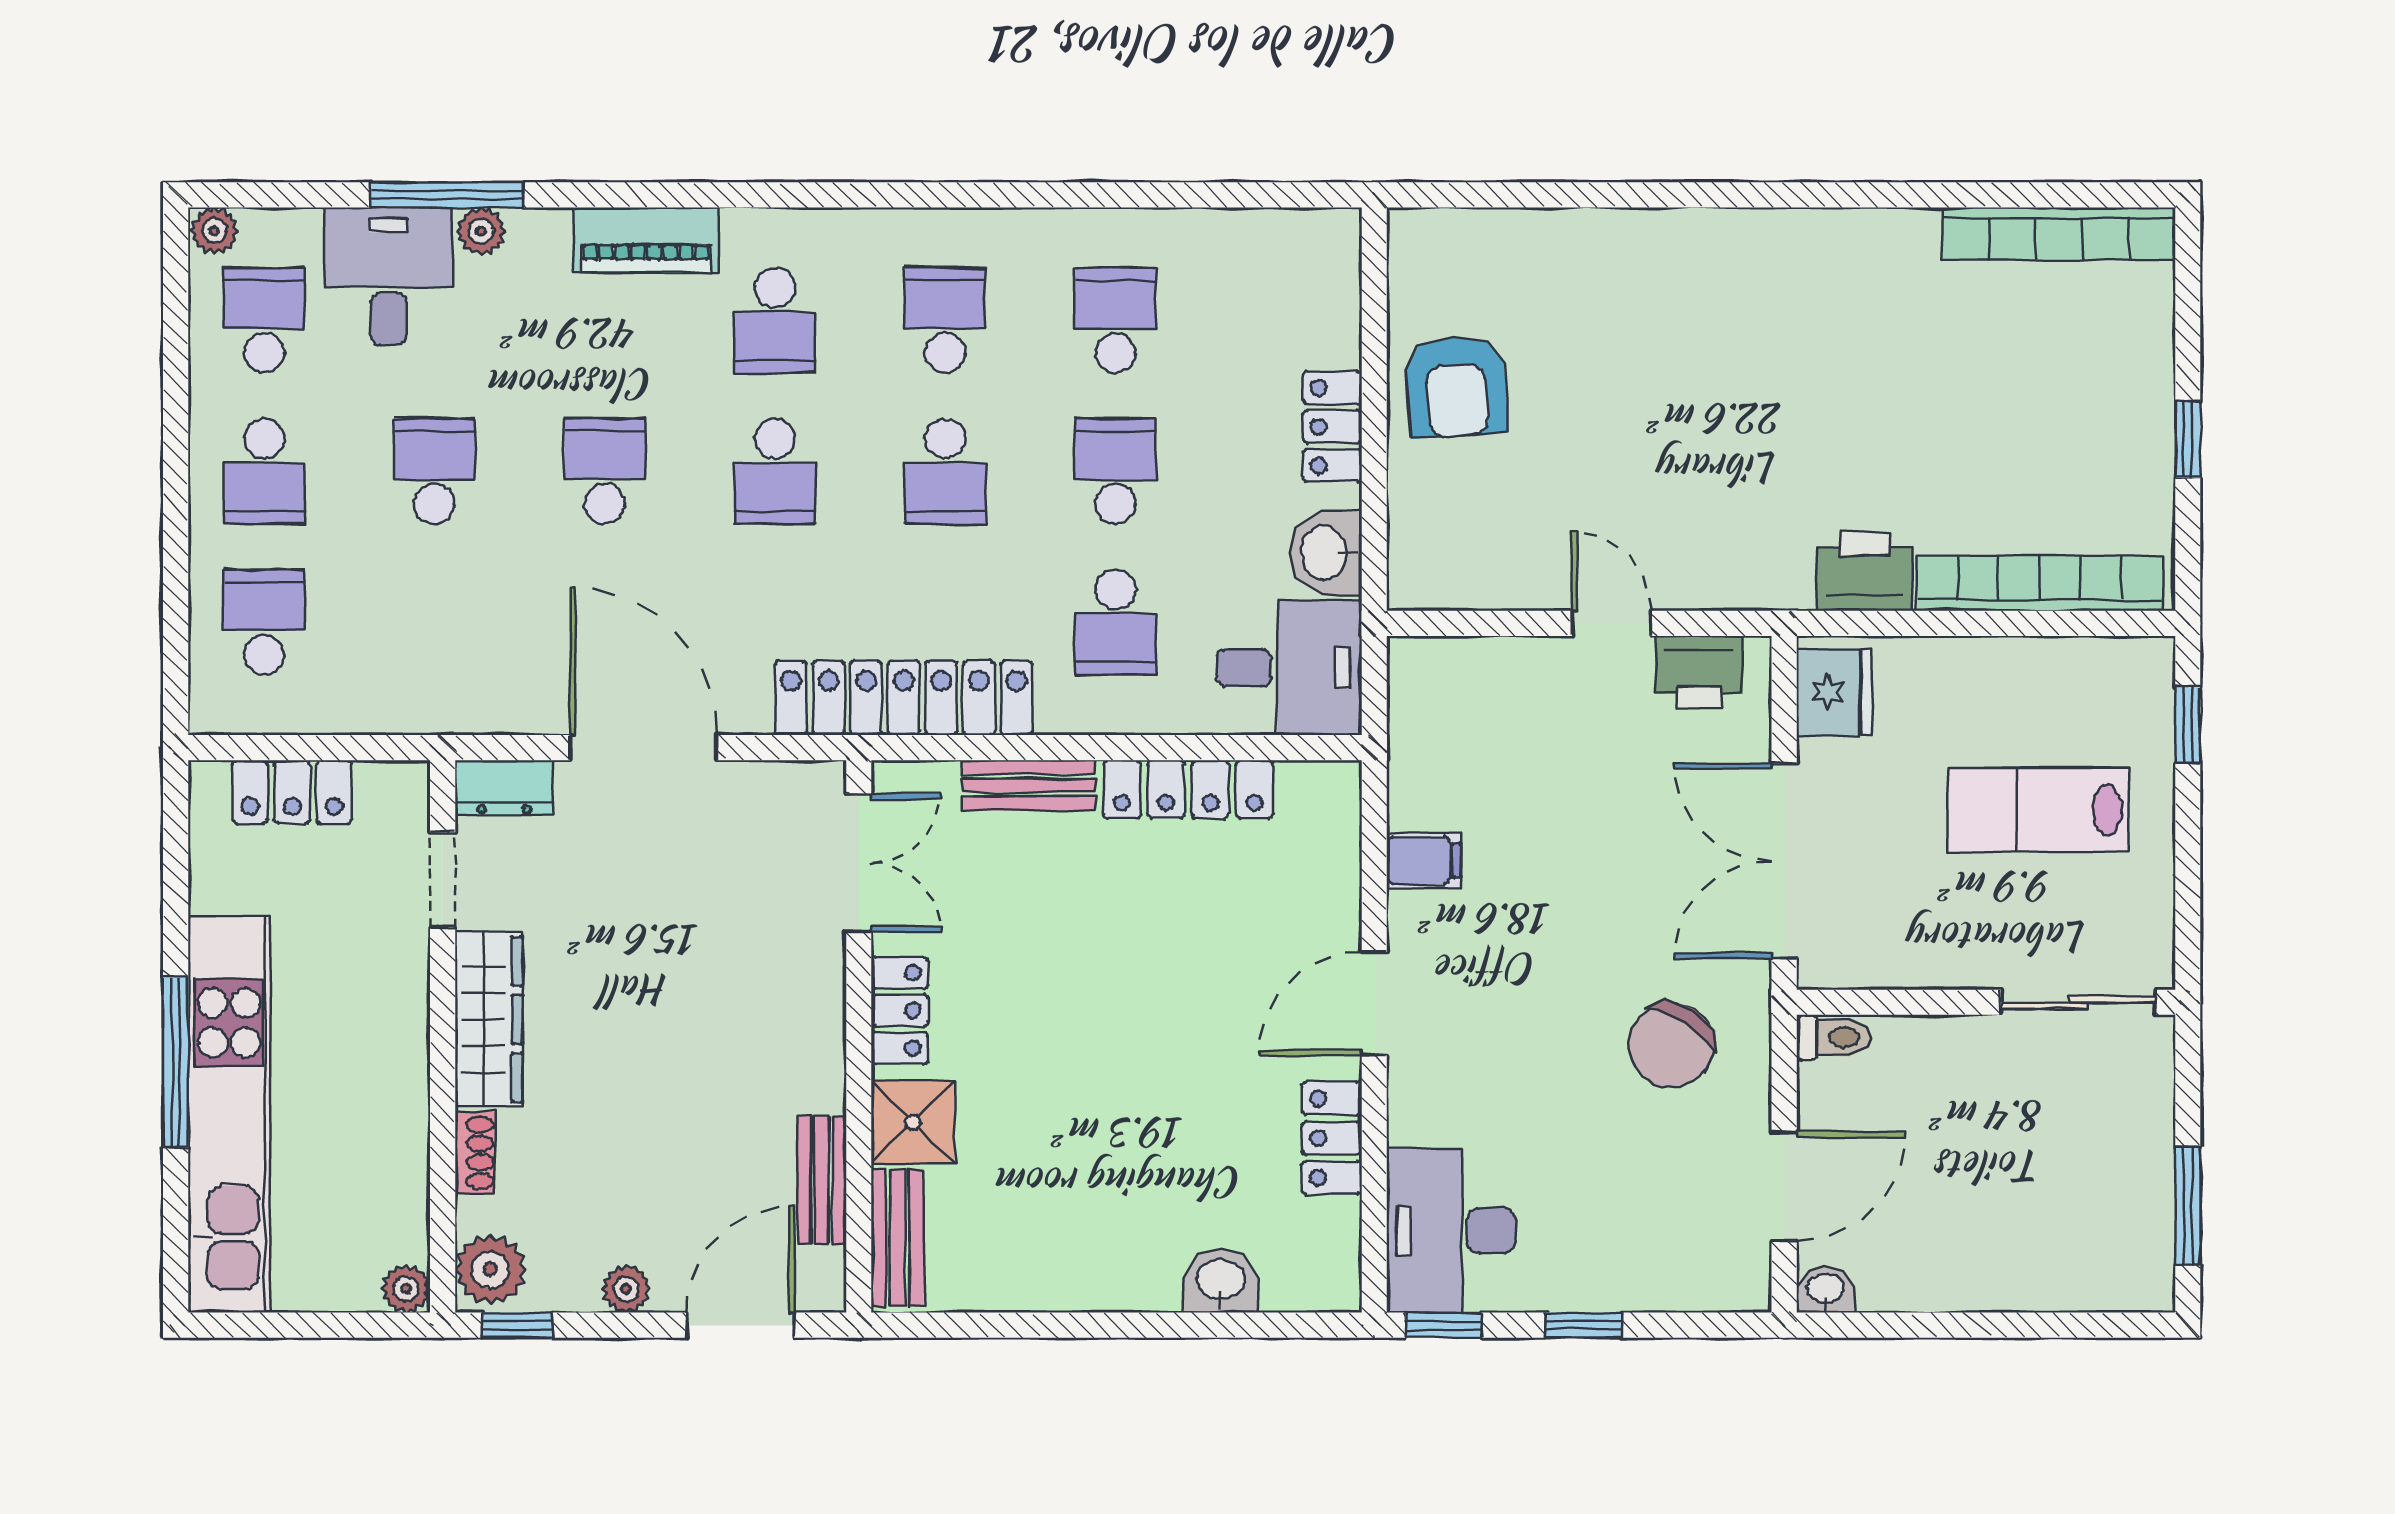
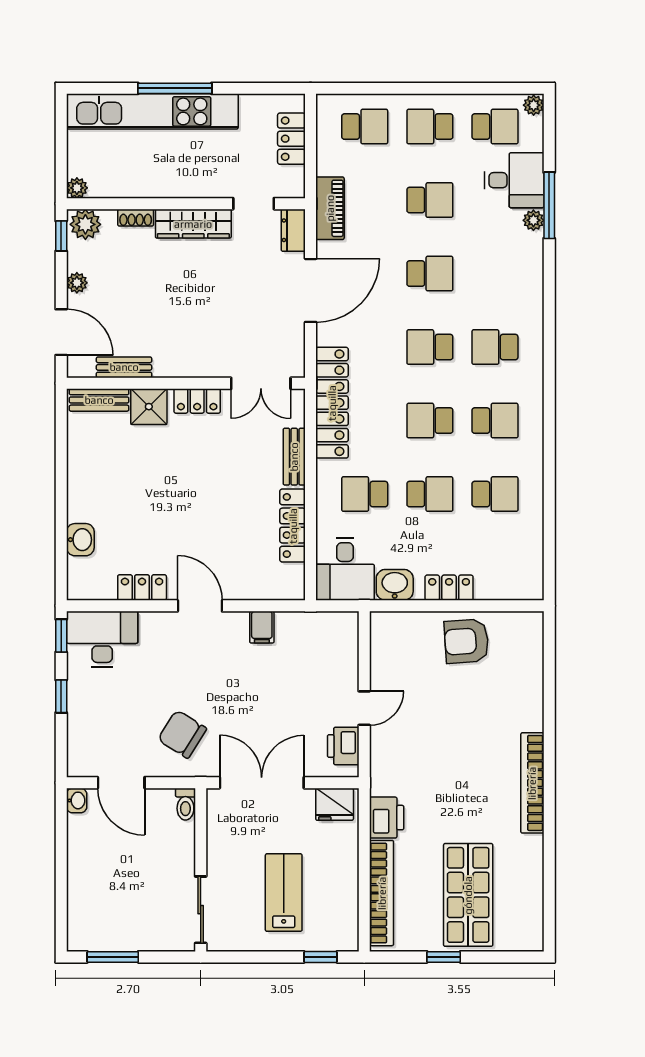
bookcase: (2059, 234) -> (532, 783), moved
piano: (646, 240) -> (330, 208), moved, turned 180
shop shelf: (2044, 382) -> (468, 895), added

